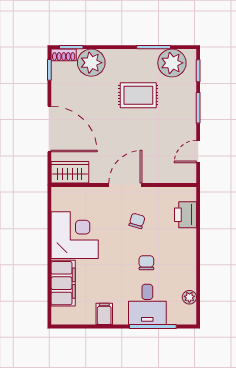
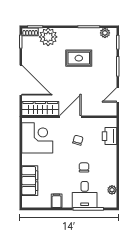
plant: (172, 63) -> (105, 33), width x0.53, depth x0.53
wardrobe: (70, 172) -> (40, 108), width x1.50
corner desk: (75, 235) -> (37, 138), moved

